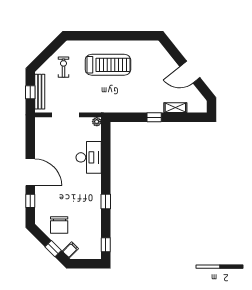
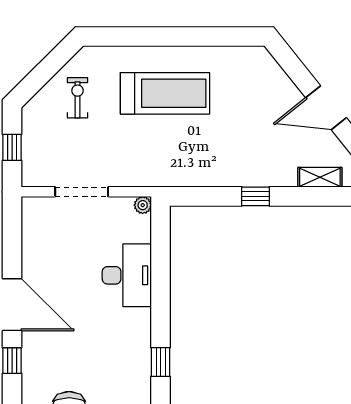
bench: (40, 92) -> (31, 146), removed
shelving: (175, 108) -> (320, 177), moved

